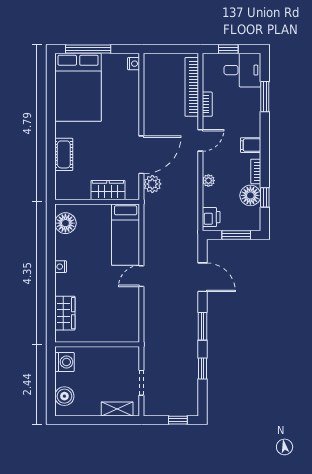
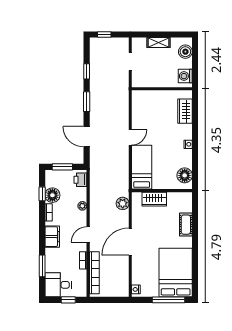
filing cabinet: (251, 145) -> (52, 237), width x2.00
door: (141, 155) -> (130, 242), moved
shelving: (117, 409) -> (159, 43), moved

